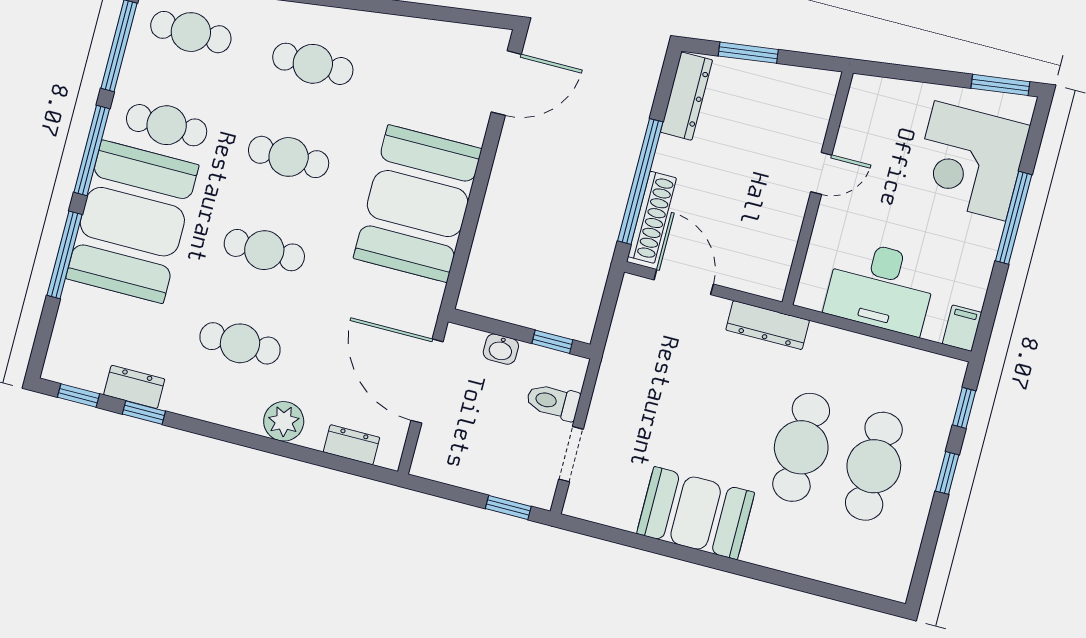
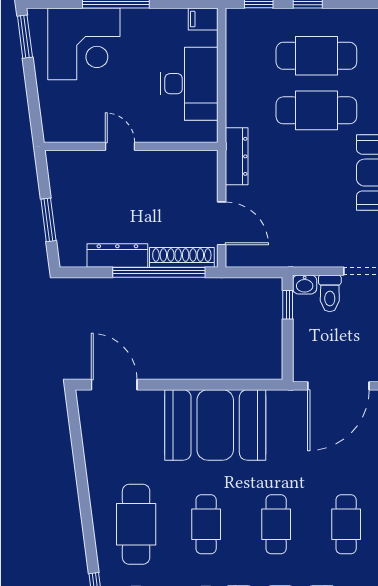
cafe table: (313, 64) -> (136, 524), width x1.37, depth x1.35
dresser: (686, 96) -> (117, 255), moved
door: (684, 282) -> (222, 223), swing flipped
washbasin: (501, 349) -> (305, 284), moved, turned 90

